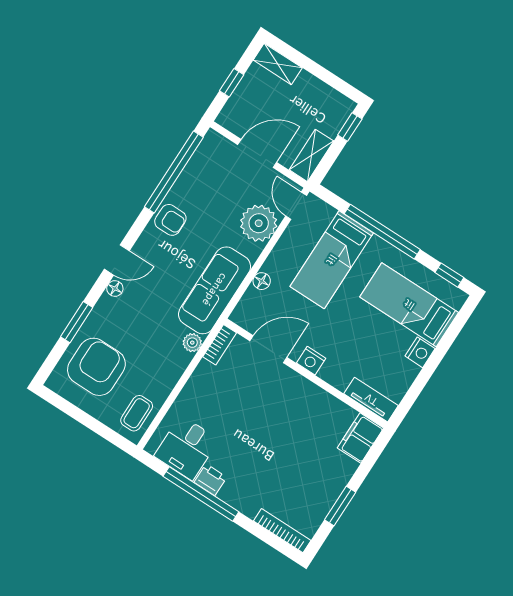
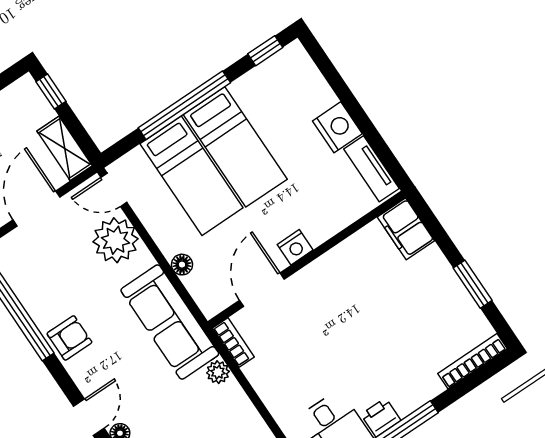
bed: (409, 305) -> (235, 147), moved, turned -90
nightstand: (420, 352) -> (337, 127), width x1.36, depth x1.33
tv unit: (371, 400) -> (371, 169), moved, turned -90

